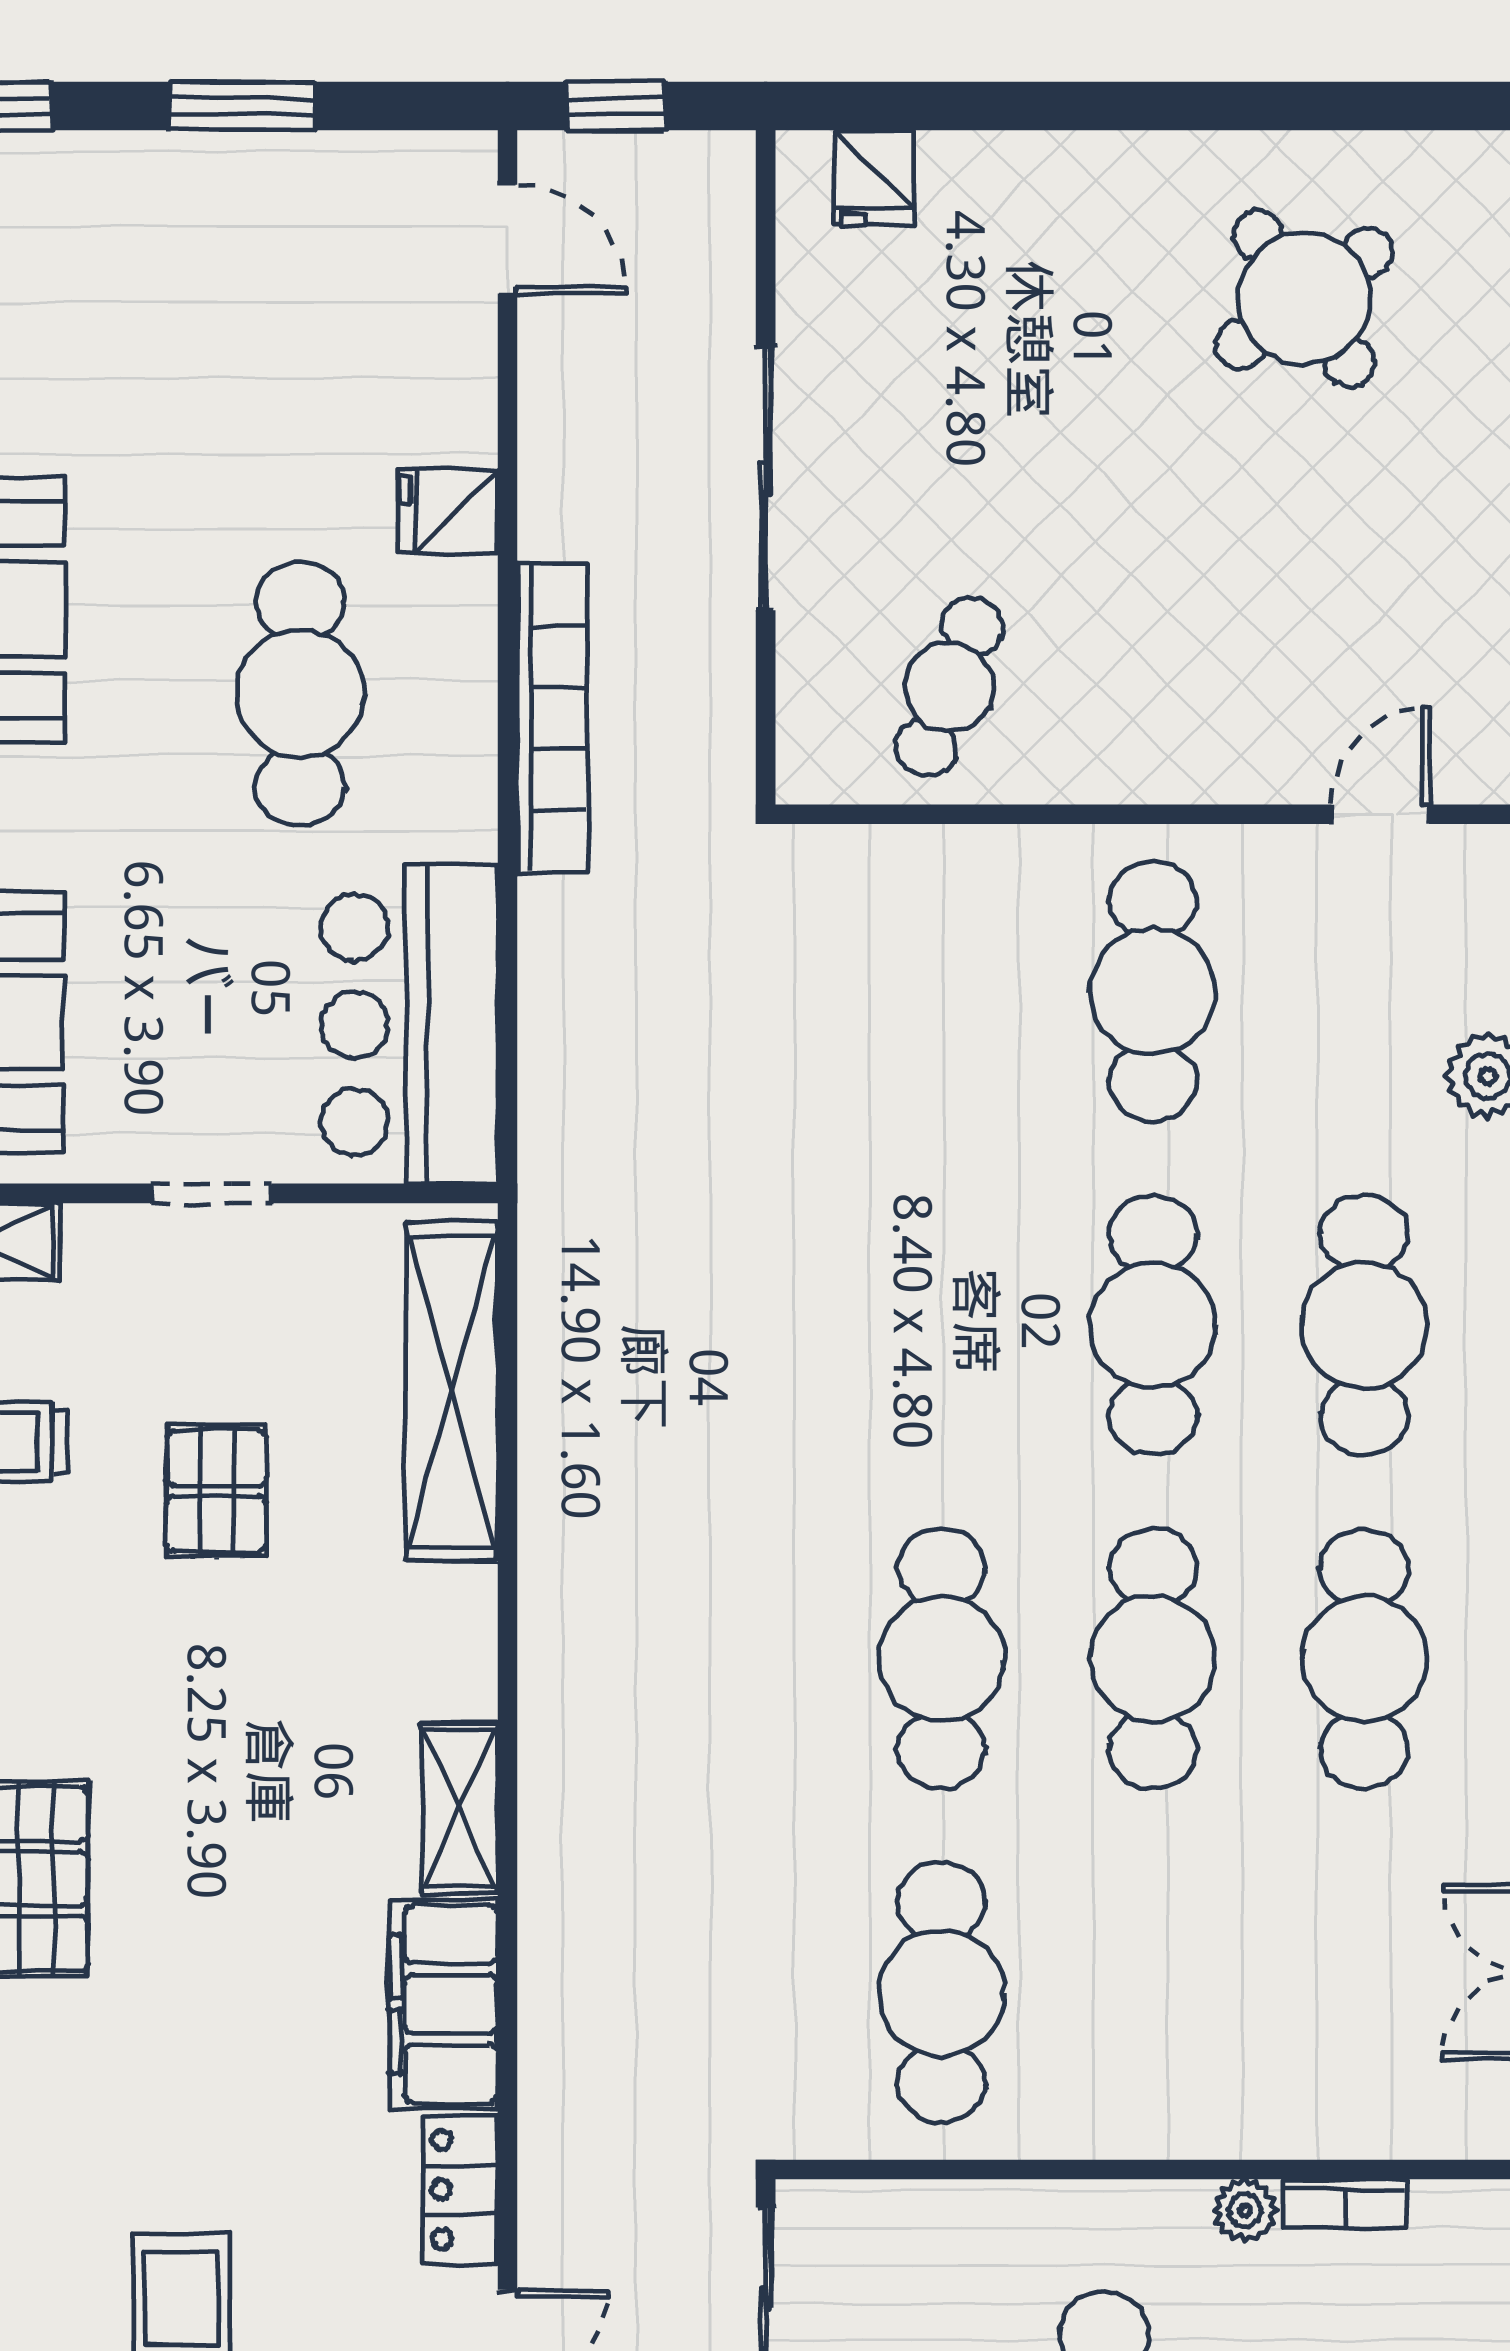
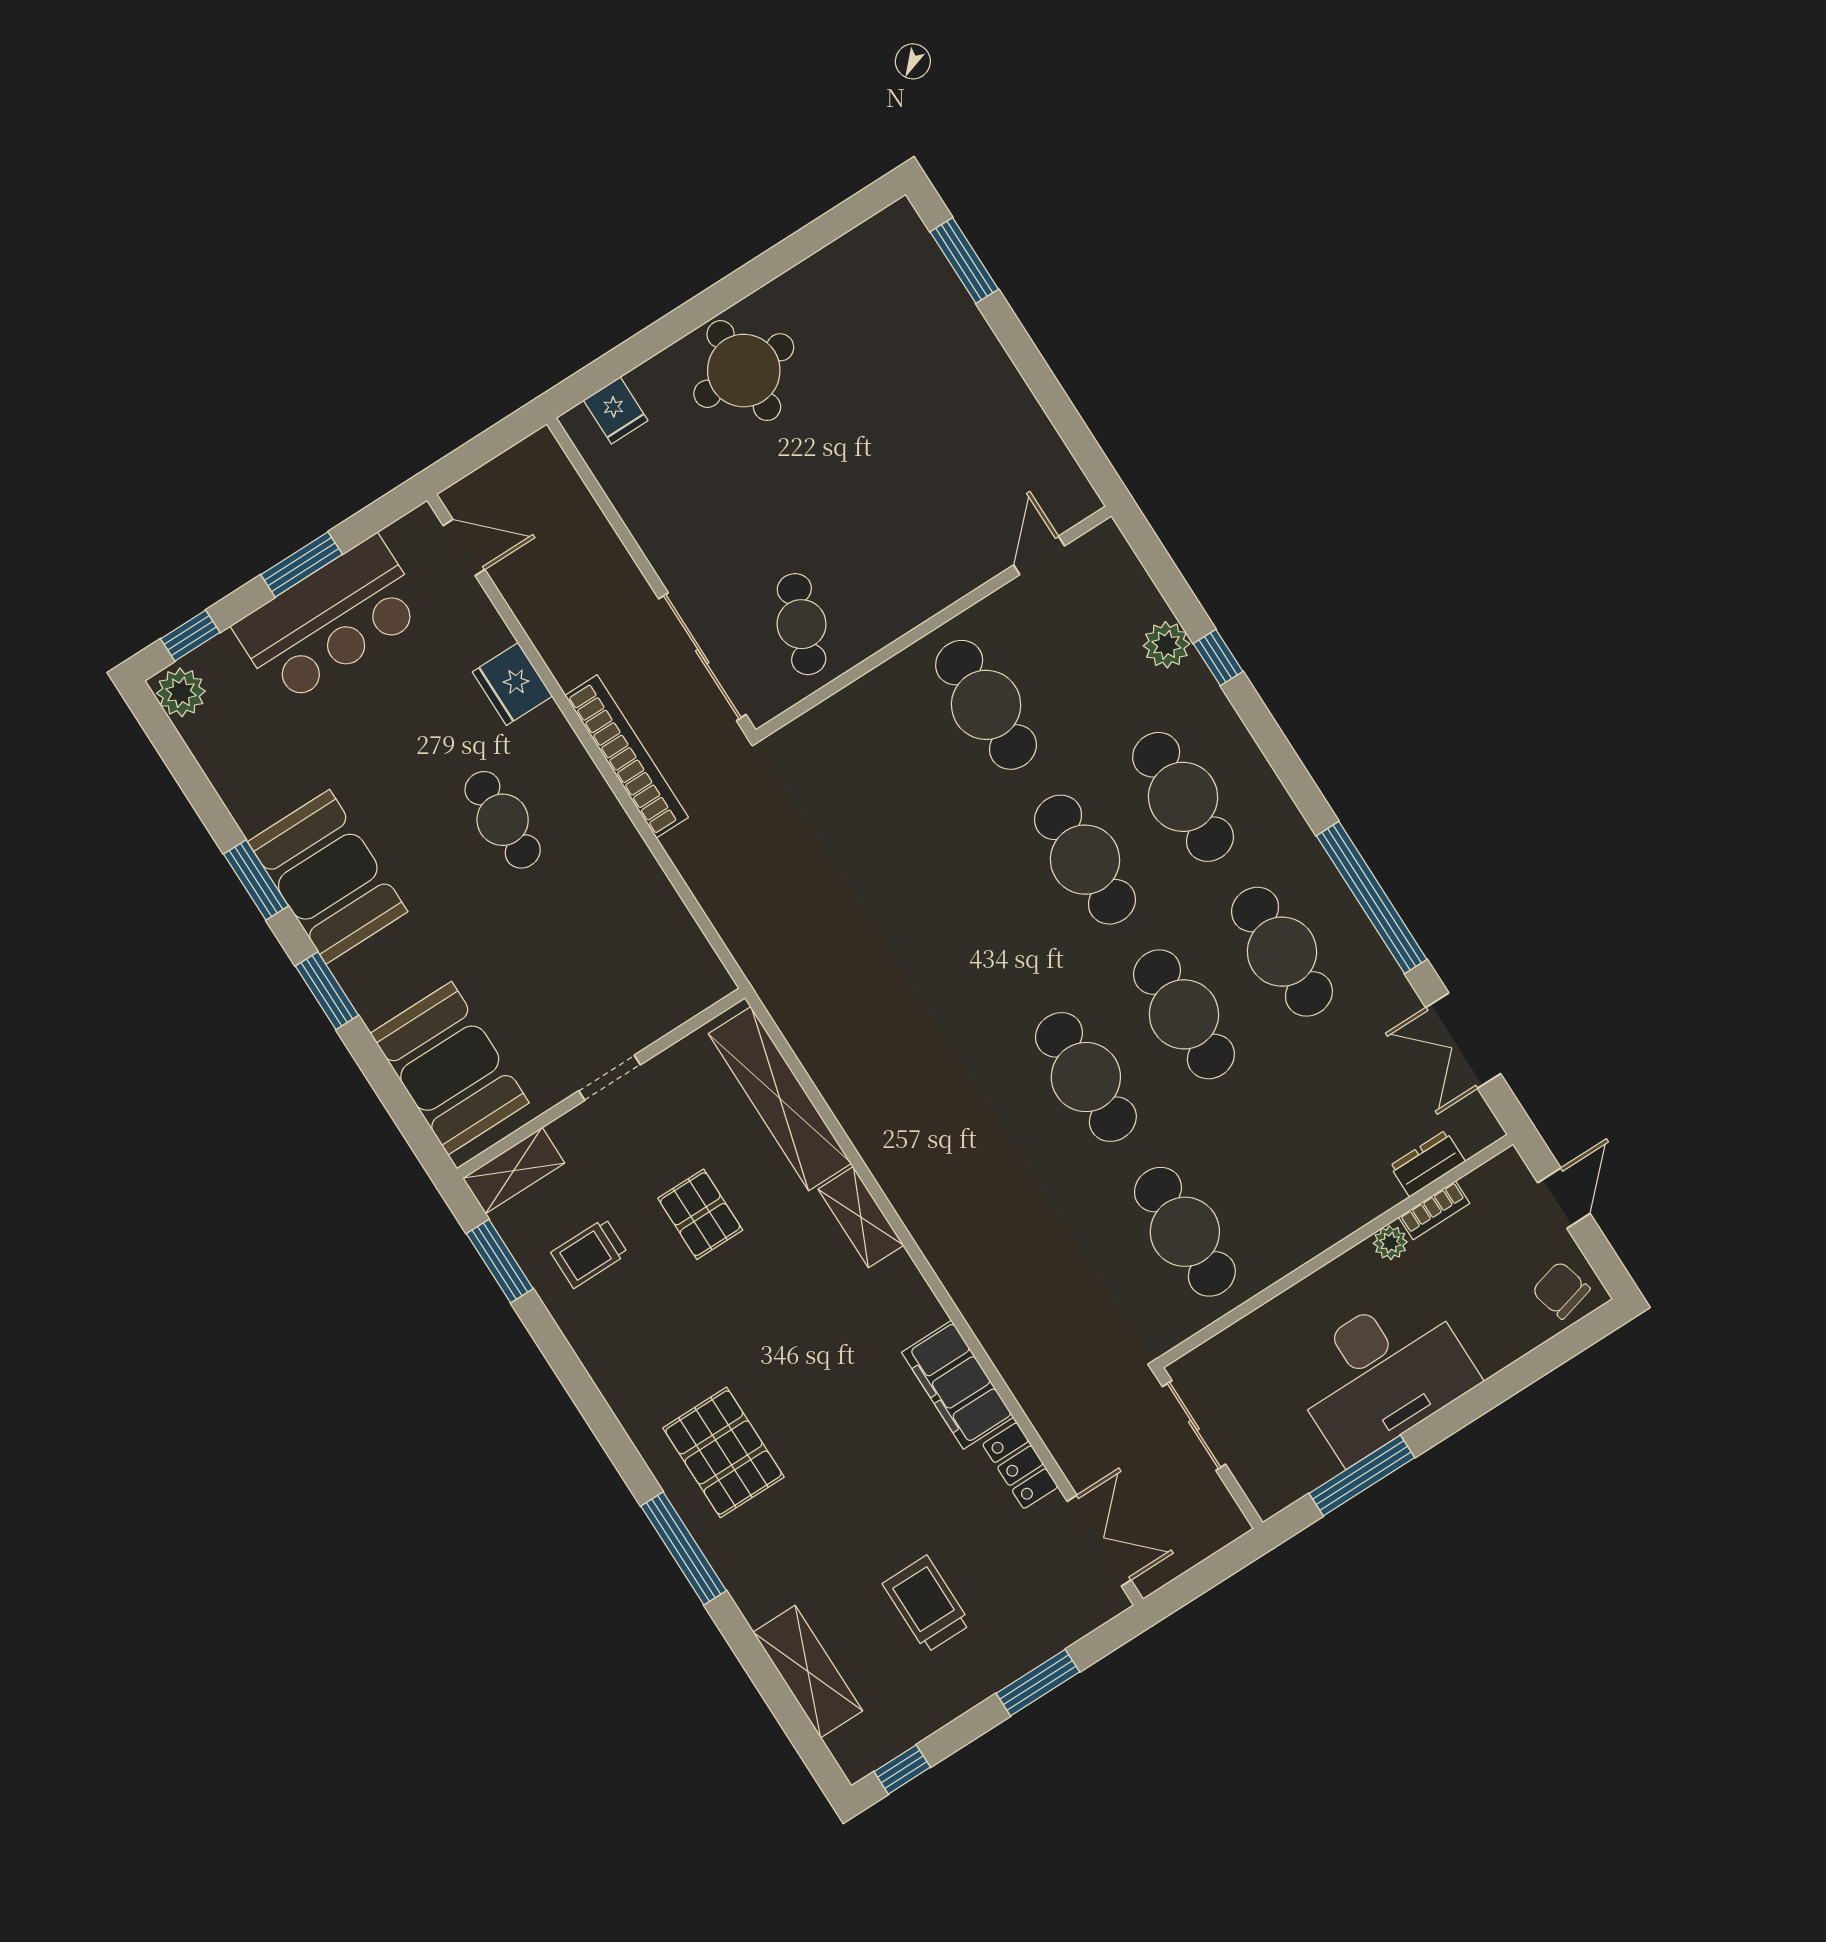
window: (616, 106) -> (475, 454), removed
round table: (1304, 299) -> (744, 371), moved, turned 36
sliding door: (766, 479) -> (702, 657), moved
fridge: (448, 512) -> (512, 684), width x1.38
cafe table: (300, 694) -> (503, 820), width x0.73, depth x0.74
bar counter: (409, 1025) -> (330, 620), moved, turned -90
shelving: (460, 1808) -> (861, 1217), moved
dresser: (1380, 2126) -> (1428, 1164), added

